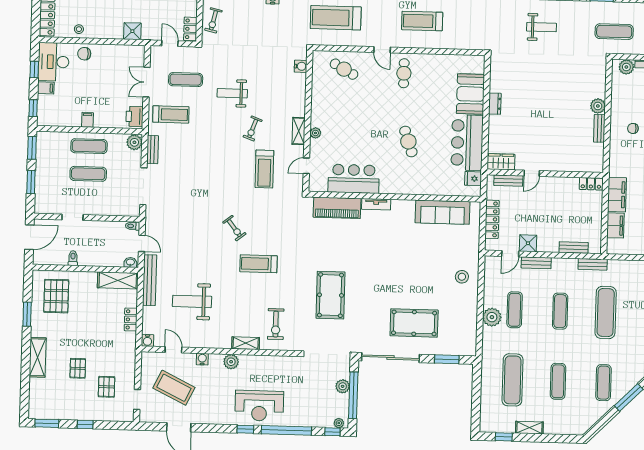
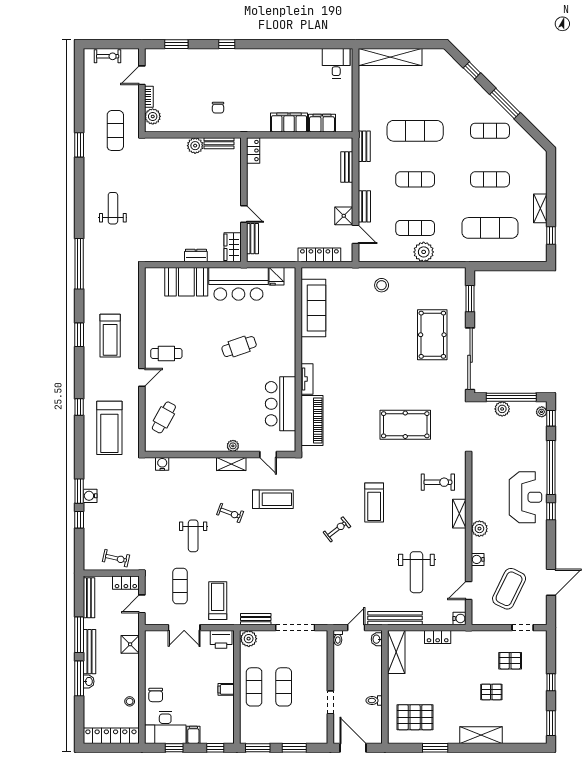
wardrobe: (501, 162) -> (233, 247), moved
door: (532, 173) -> (244, 214), moved
wall: (545, 174) -> (244, 200), moved
bench: (508, 181) -> (252, 239), moved
locker: (591, 184) -> (253, 151), moved

